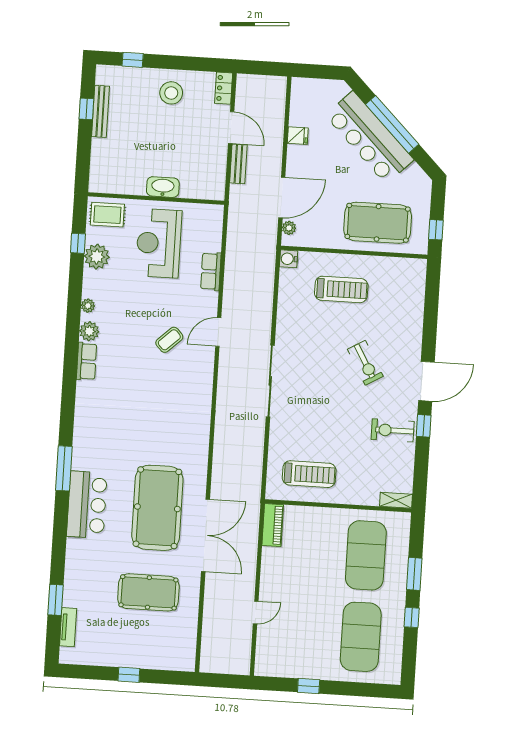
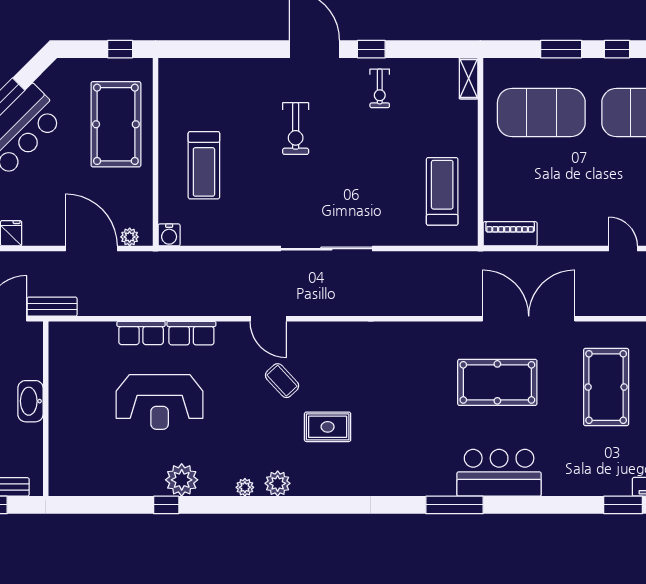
washbasin: (163, 187) -> (30, 401), moved
wall: (156, 199) -> (46, 409), moved
rug: (107, 215) -> (328, 427), moved, turned 90
treadmill: (341, 289) -> (204, 165), turned 180
row of seats: (86, 361) -> (141, 333), moved, turned 180
exercise bike: (365, 363) -> (296, 129), turned 120
exercise bike: (393, 430) -> (380, 88), width x0.73, depth x0.72
pool table: (157, 508) -> (497, 382), width x0.73, depth x0.76

